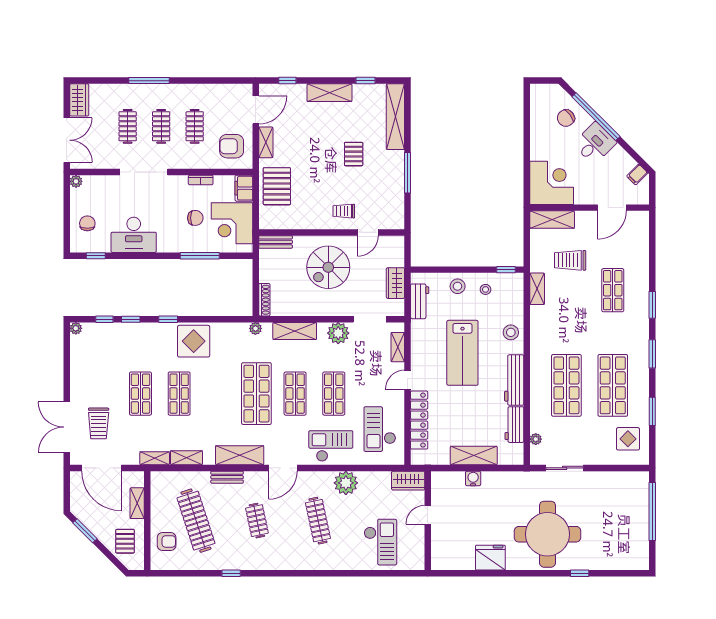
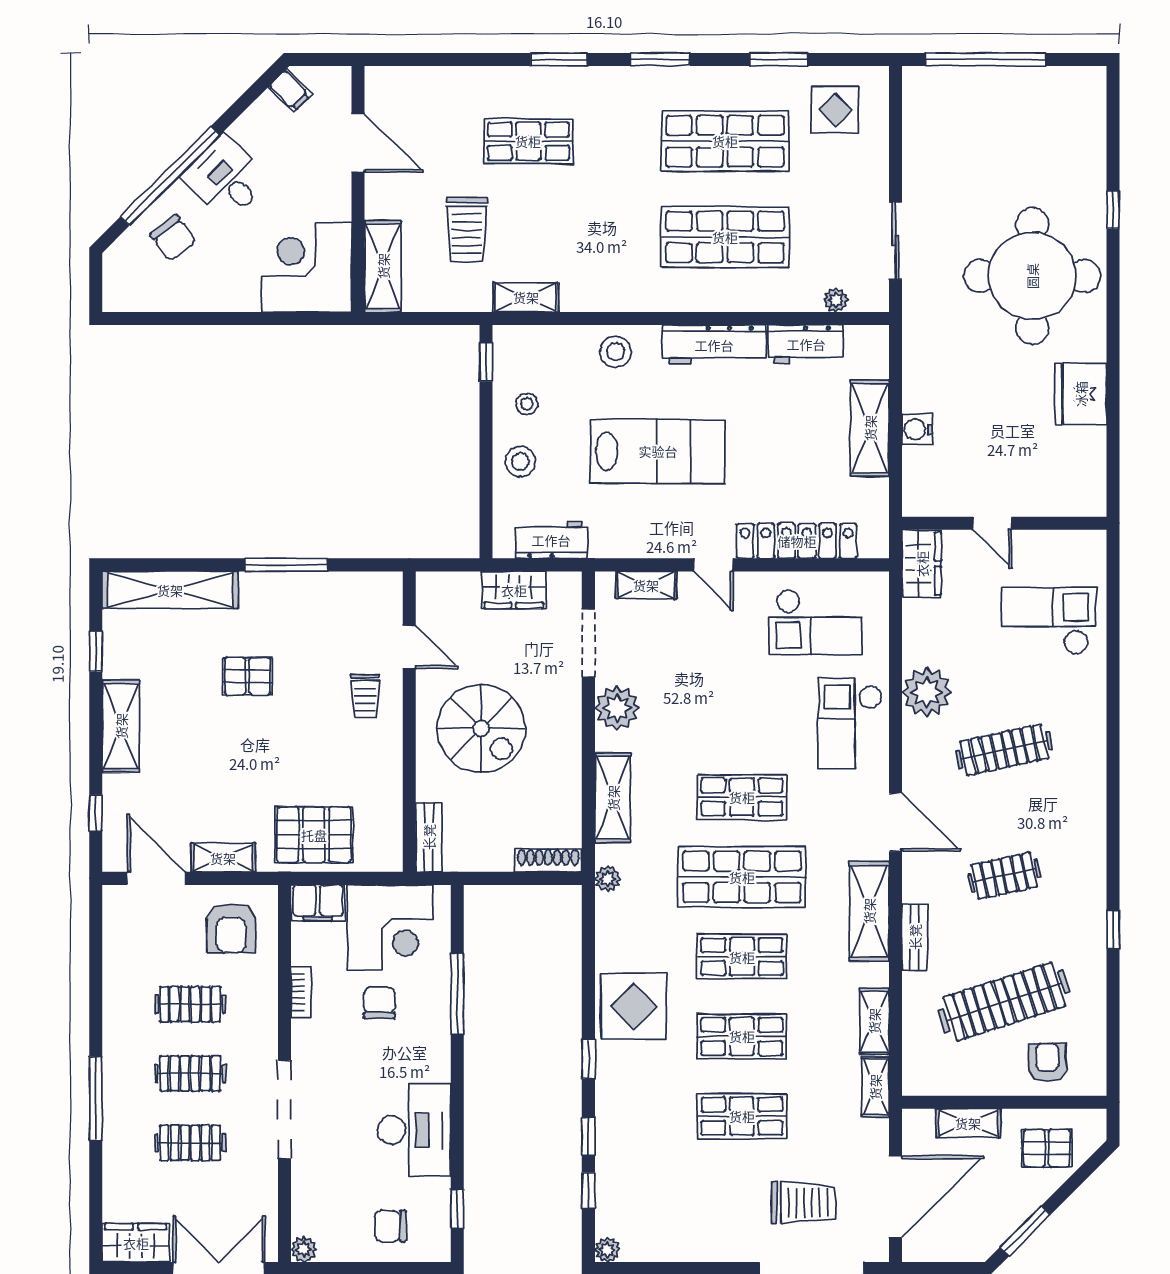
shop shelf: (334, 394) -> (742, 957), moved

